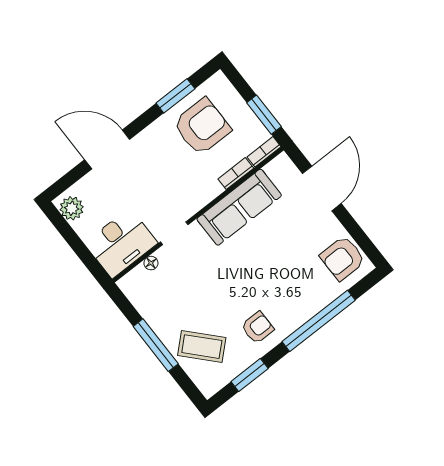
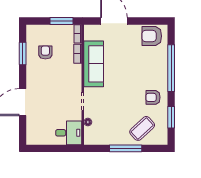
armchair: (202, 127) -> (45, 52), width x0.53, depth x0.53
plant: (72, 208) -> (36, 138), removed
desk: (121, 243) -> (69, 133), width x0.73
armchair: (343, 258) -> (152, 36), turned 90
armchair: (258, 328) -> (153, 97), turned -90

